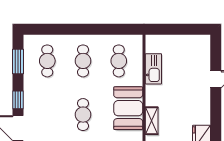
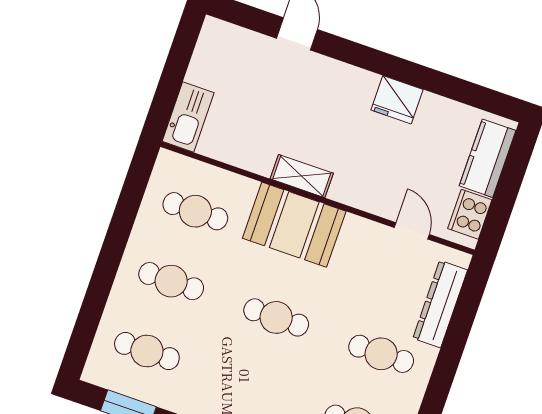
kitchen sink: (153, 69) -> (188, 117), moved, turned 90
shelving: (152, 121) -> (302, 176), moved

